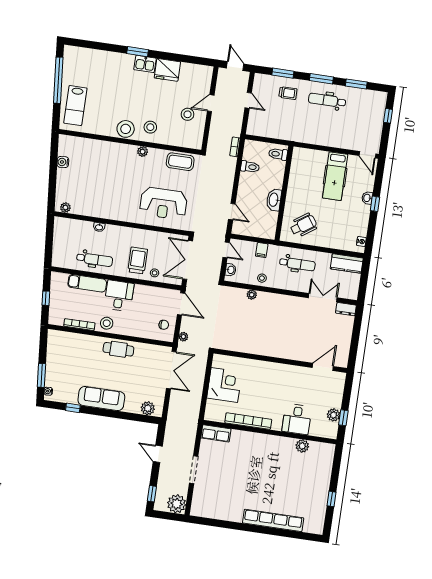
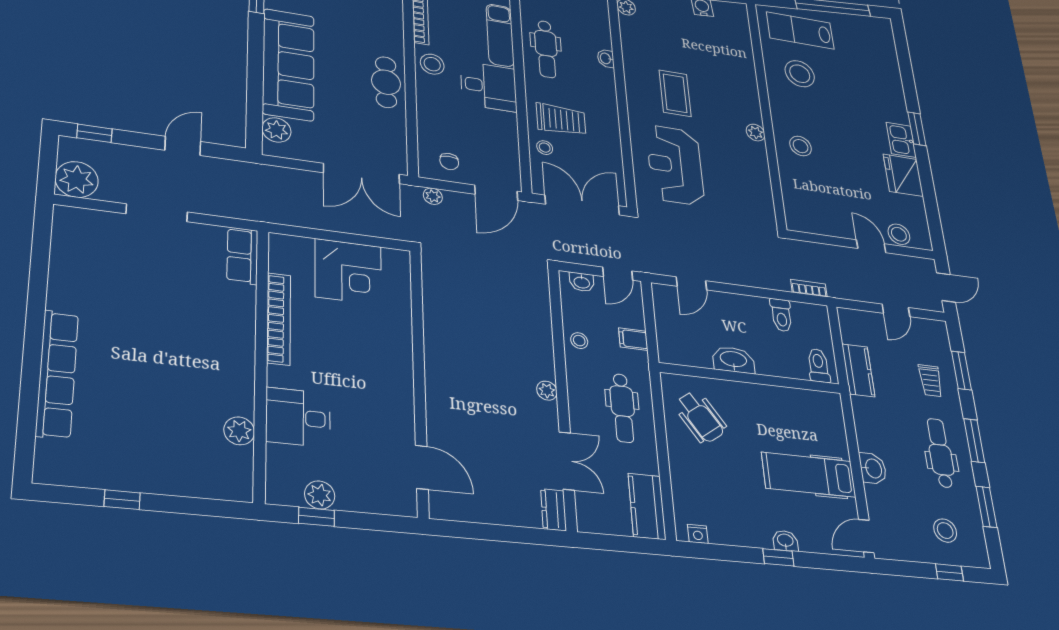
stool: (367, 111) -> (945, 530), added
stool: (188, 114) -> (899, 234), moved
stool: (126, 129) -> (800, 74), moved
kitchen counter: (281, 133) -> (858, 370), added
washbasin: (333, 141) -> (873, 468), added
coffee table: (180, 162) -> (675, 93), moved
plant: (252, 295) -> (547, 391), moved
sofa: (101, 398) -> (288, 64), width x1.36, depth x1.27

